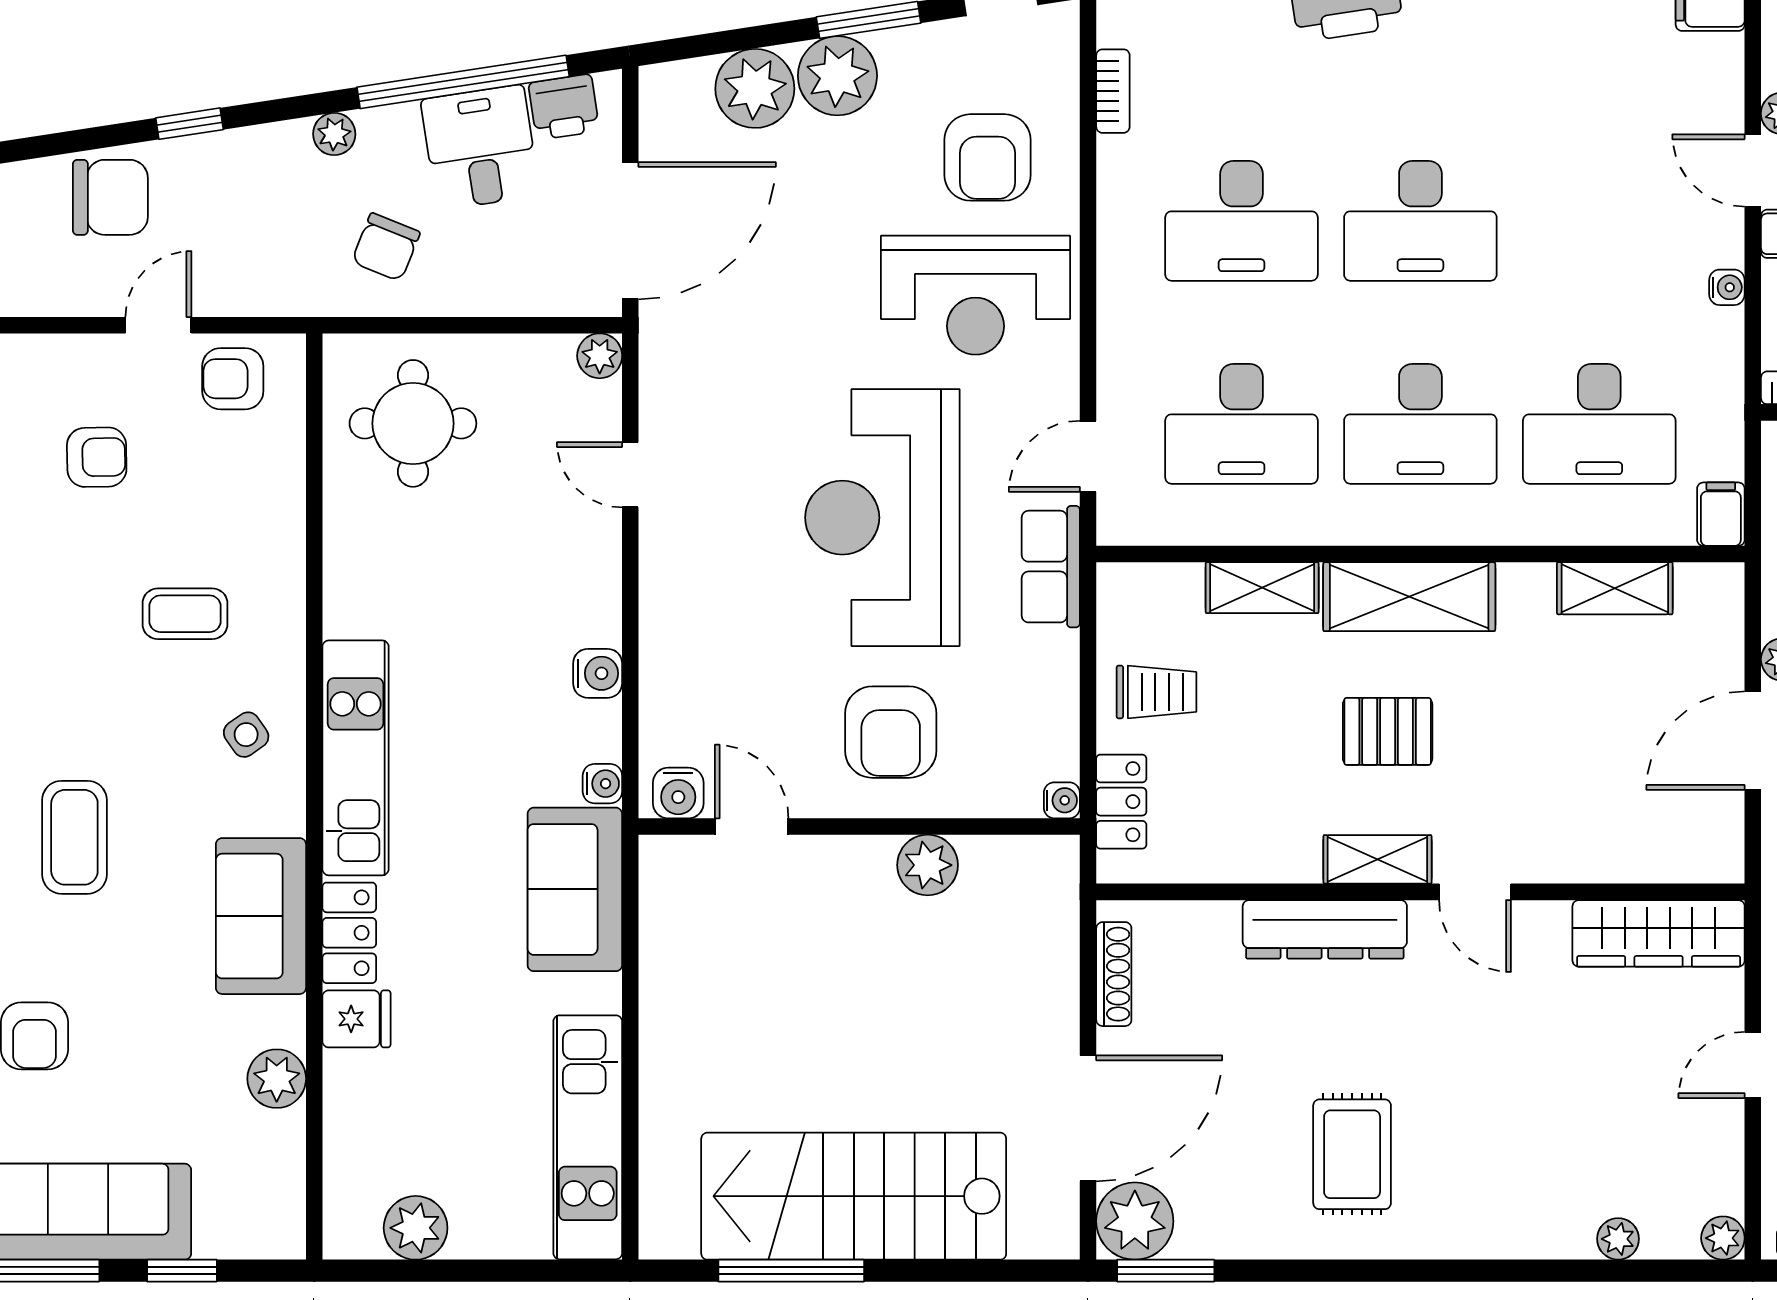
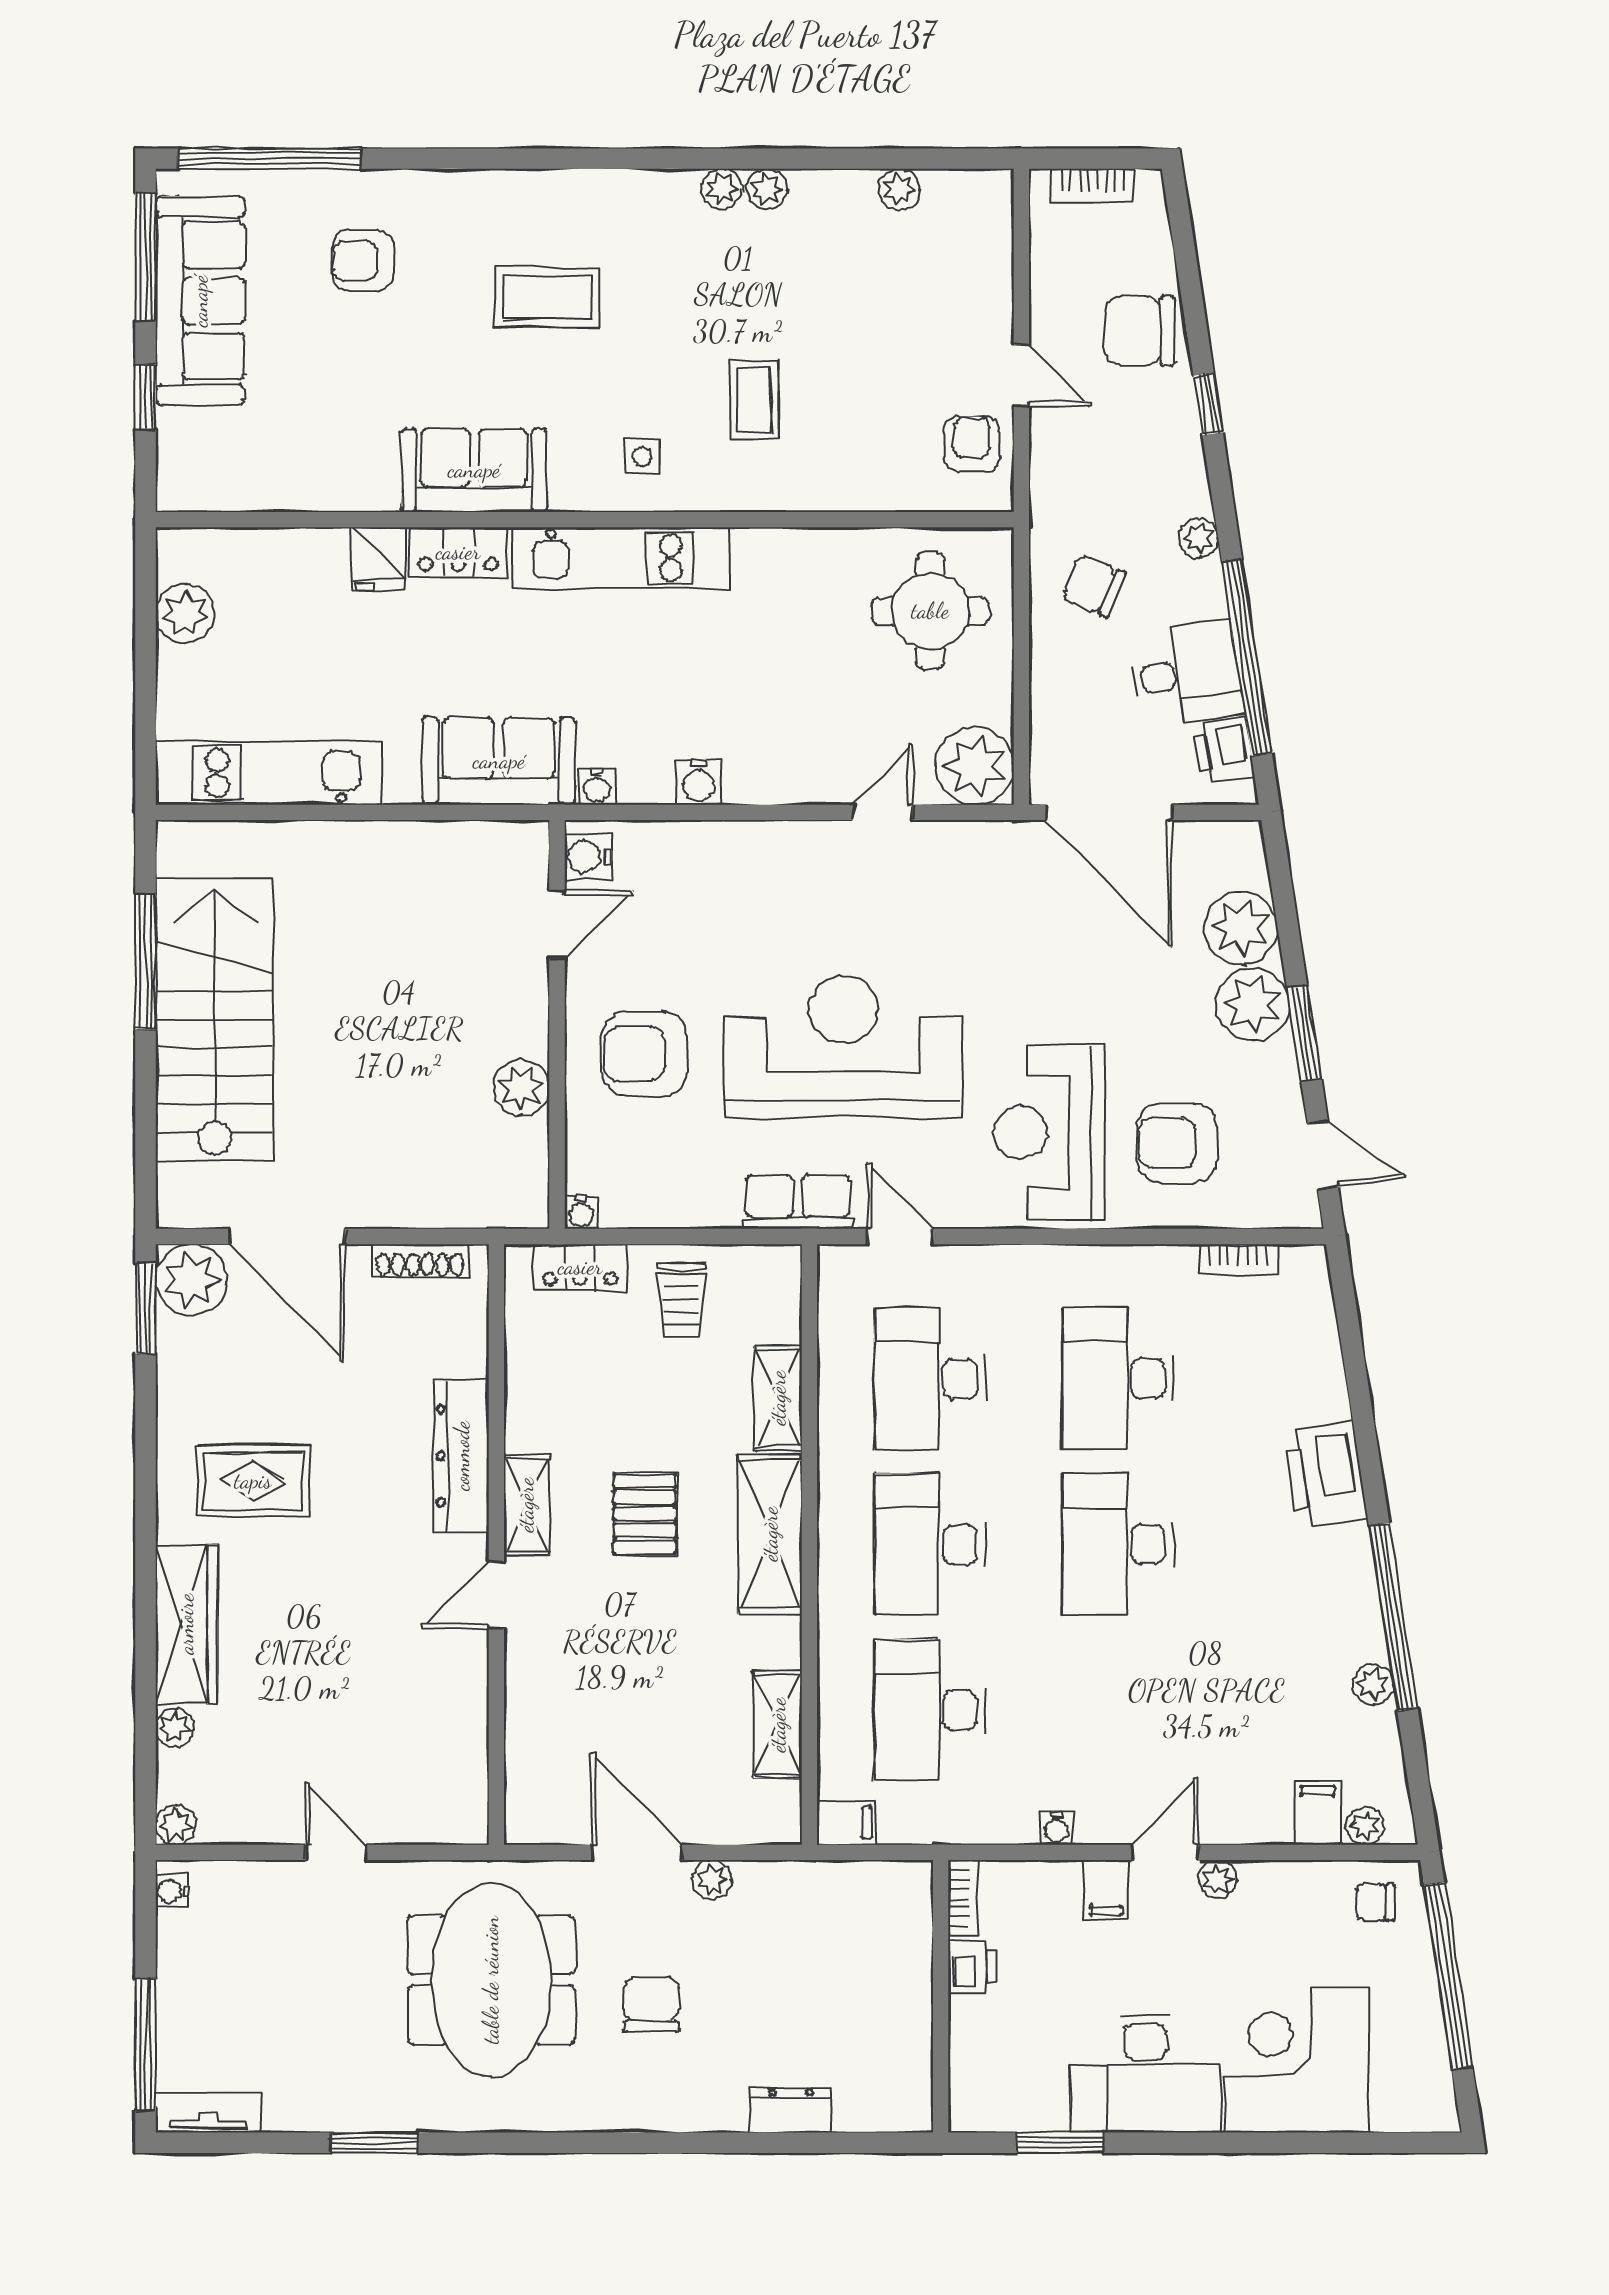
chair: (110, 197) -> (1140, 331), turned 90
plant: (600, 356) -> (975, 766), width x1.88, depth x1.88
armchair: (97, 457) -> (899, 318), removed
side table: (246, 735) -> (642, 456), turned 35
wardrobe: (1659, 933) -> (186, 1624), moved, turned 180
plant: (277, 1079) -> (323, 485), removed

